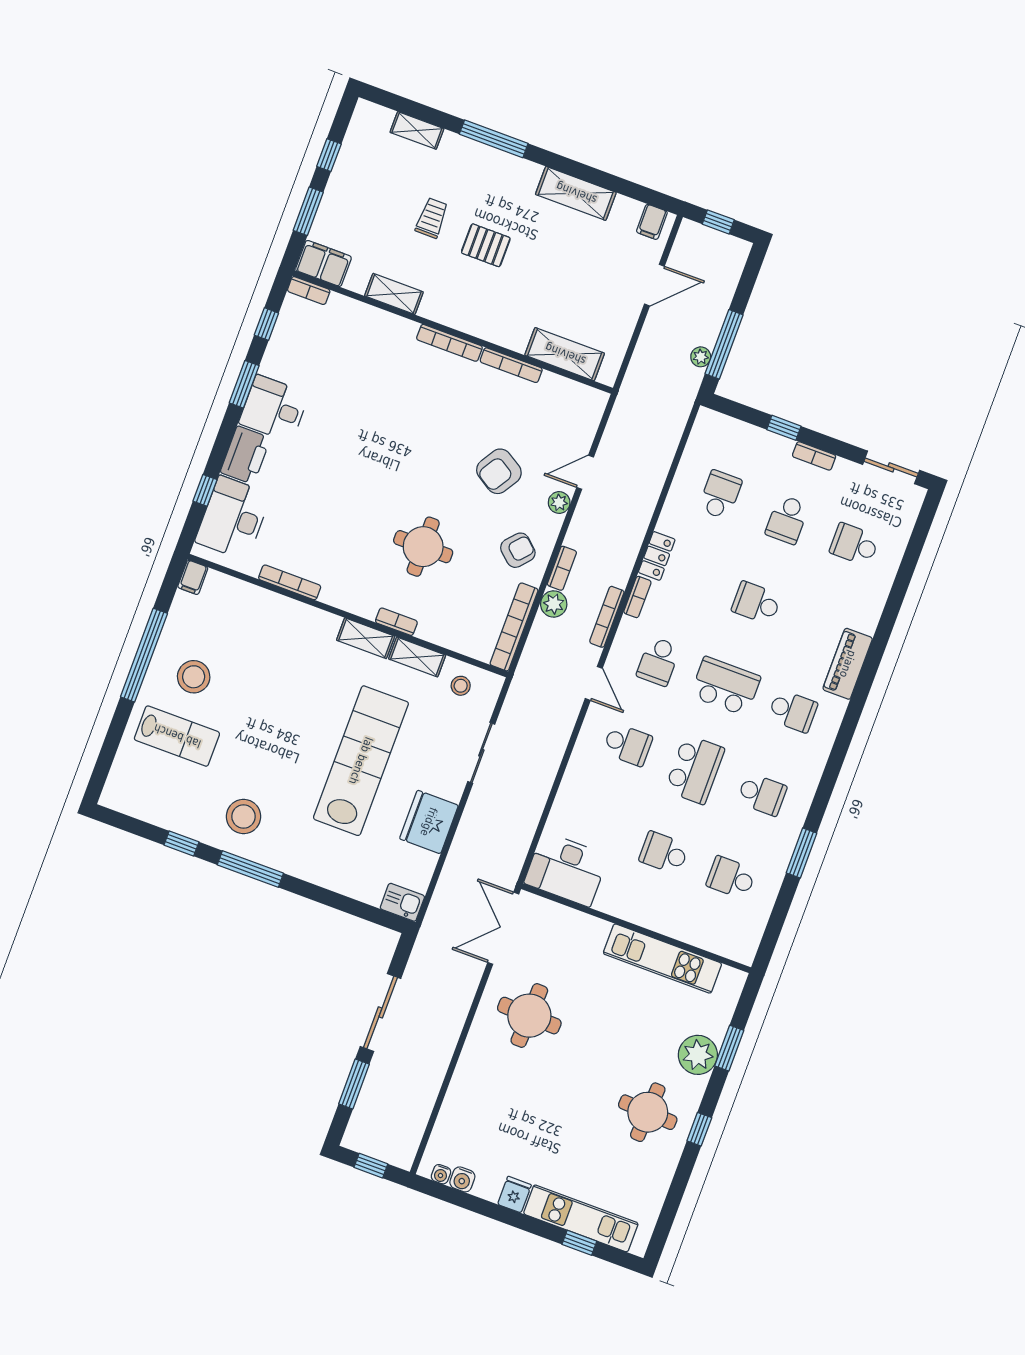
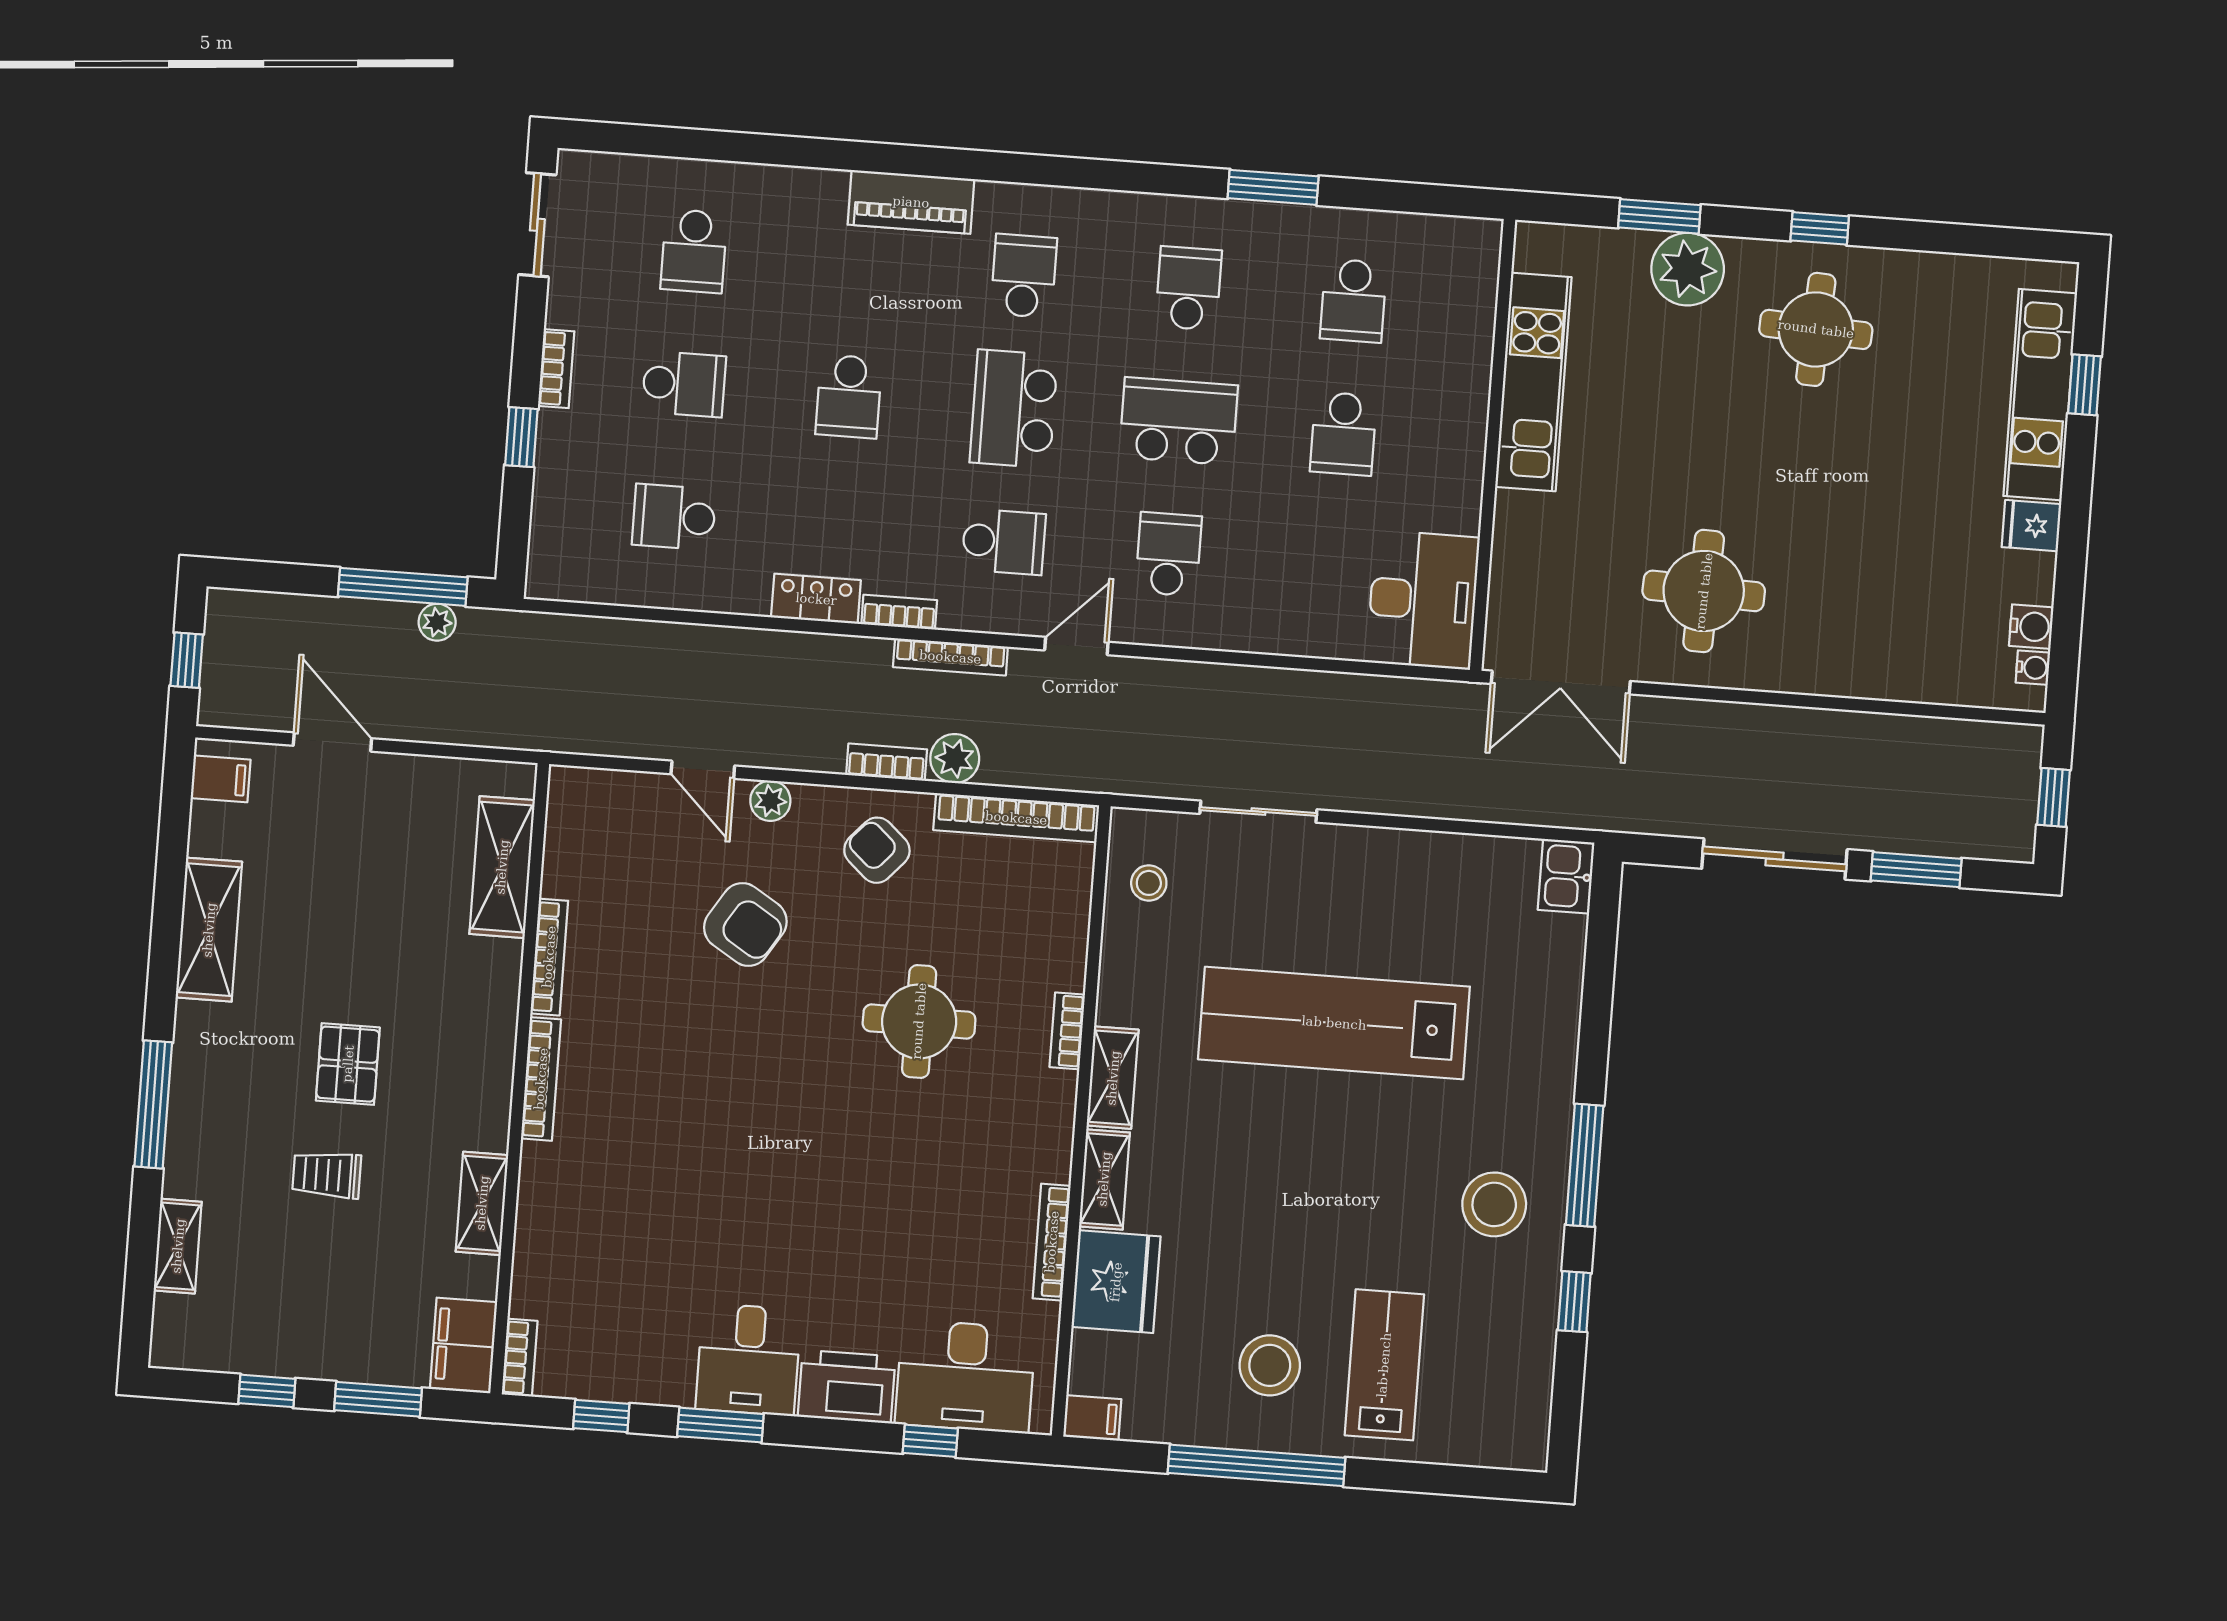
shelving: (417, 657) -> (1104, 1179), moved
fridge: (429, 822) -> (1116, 1282), moved, turned -90

